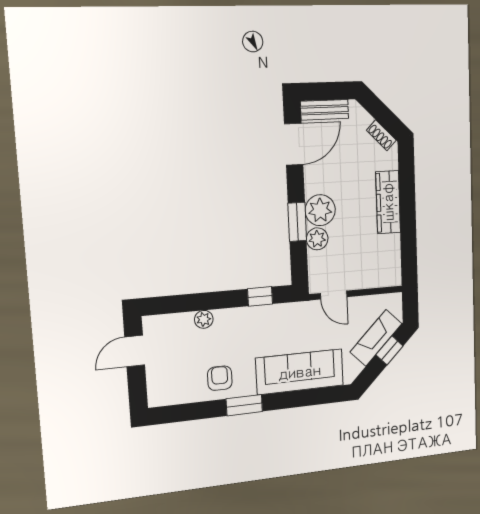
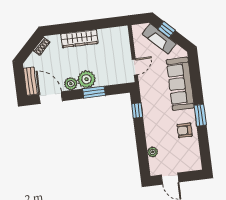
plant: (317, 239) -> (71, 84), moved
plant: (204, 319) -> (153, 152), moved

